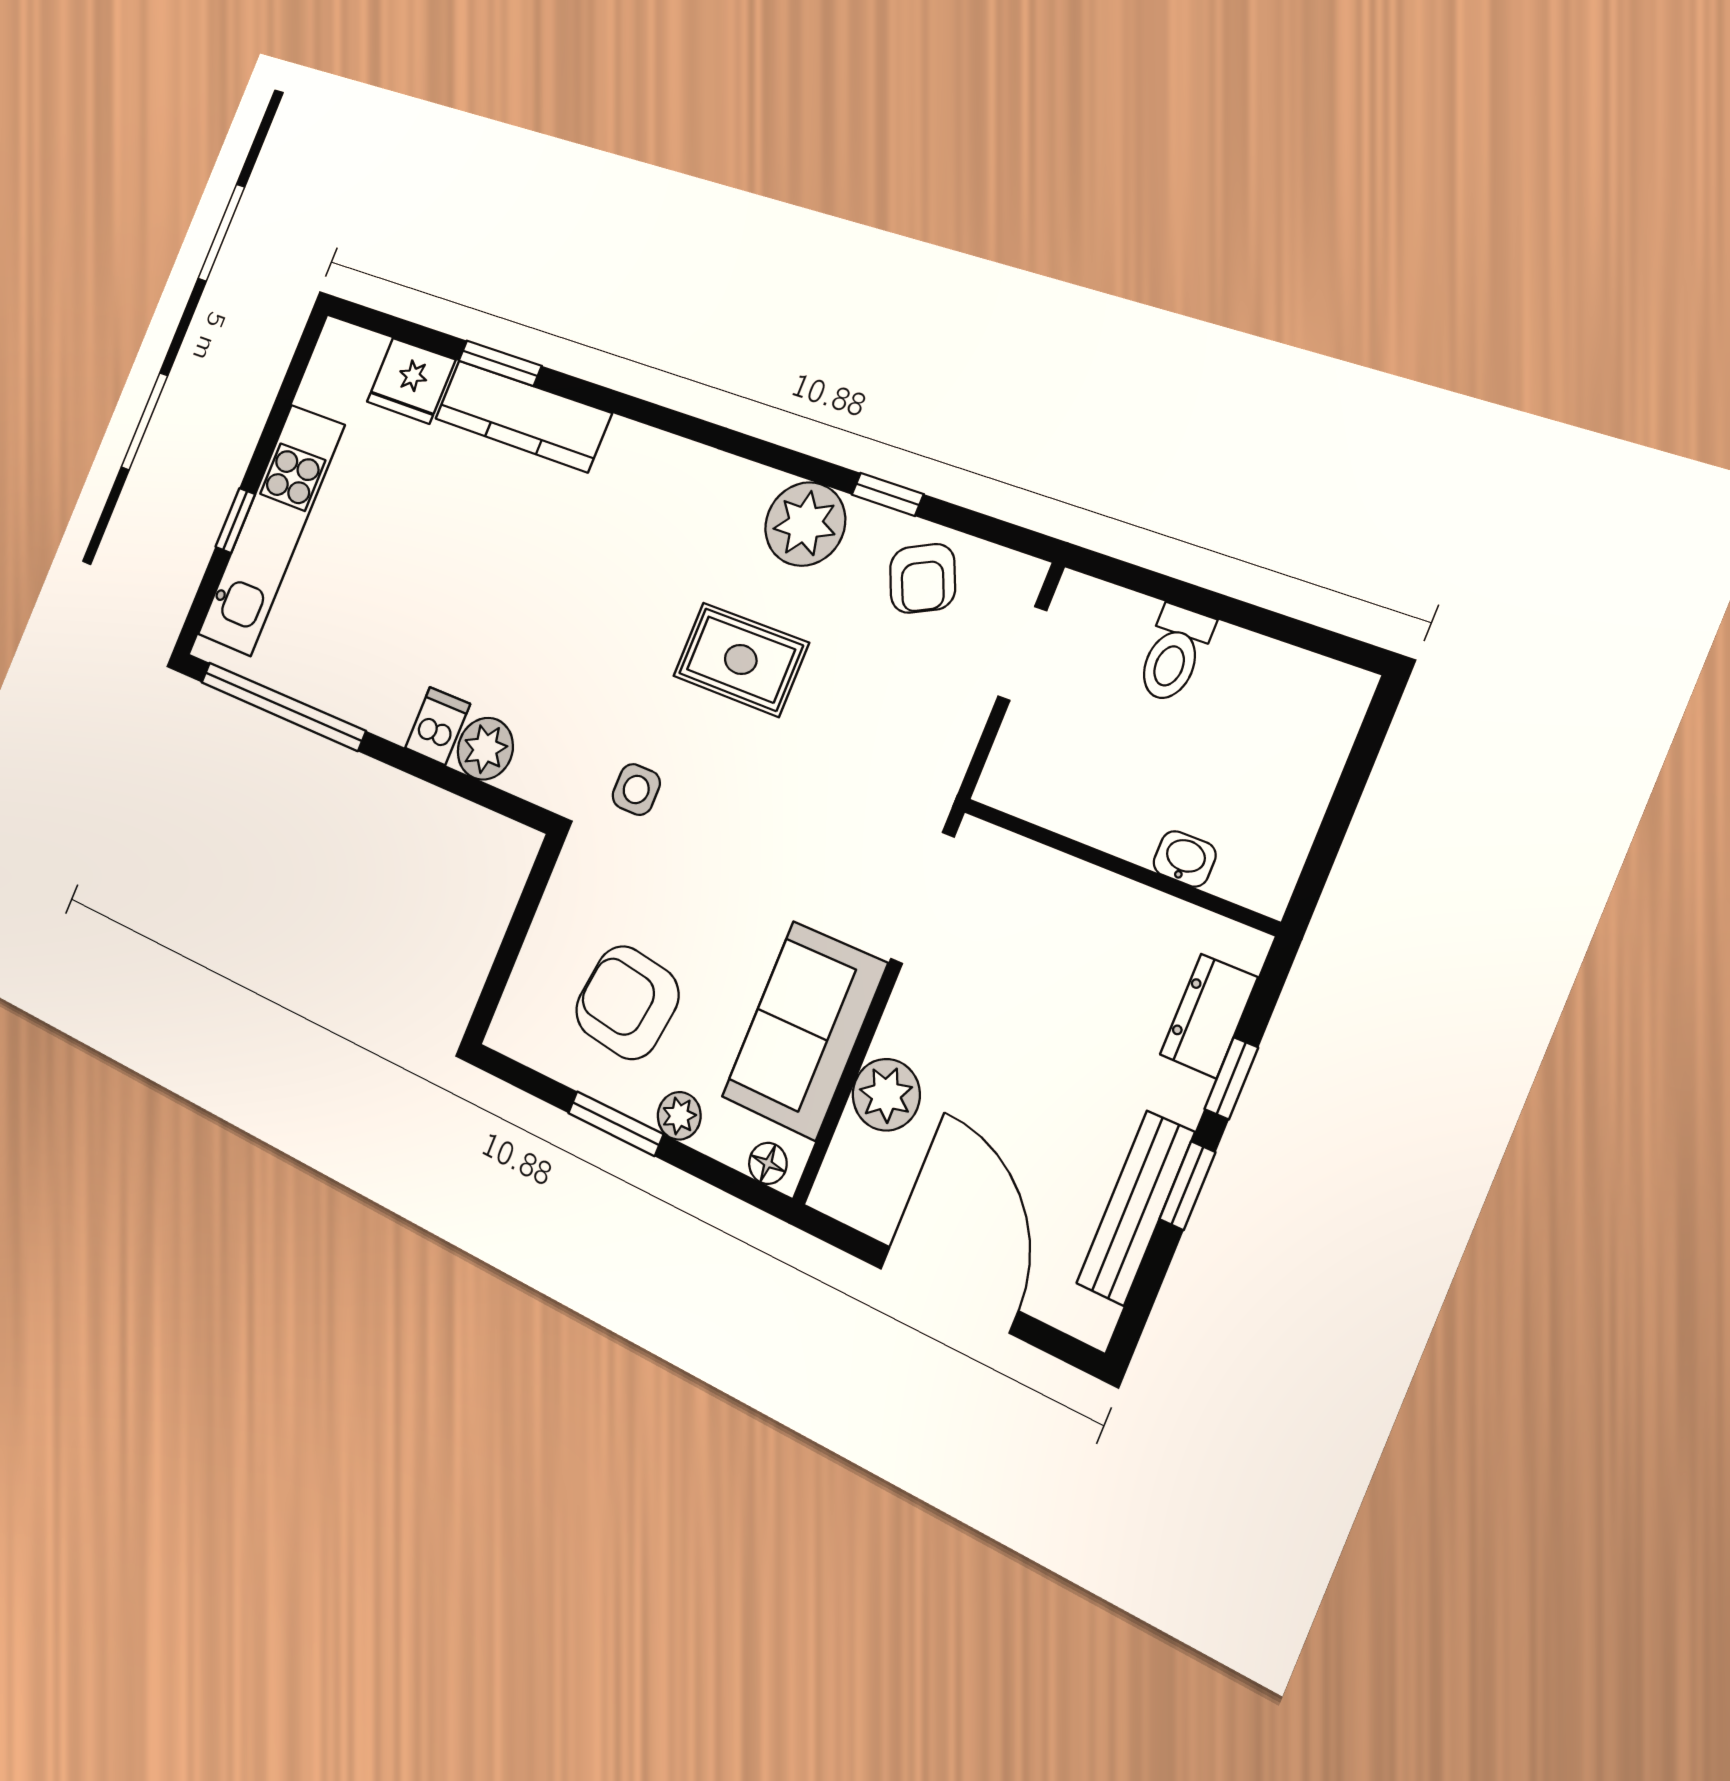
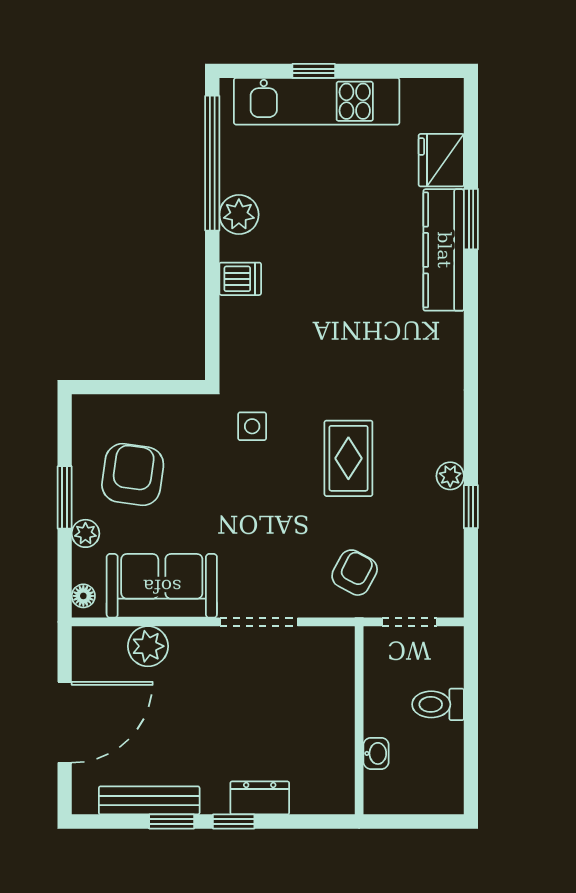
plant: (805, 524) -> (450, 476), width x0.53, depth x0.53
armchair: (923, 578) -> (355, 573), moved, turned 143
plant: (485, 749) -> (239, 214), moved
washbasin: (1185, 859) -> (376, 753), moved
wall: (1118, 866) -> (359, 720), moved

